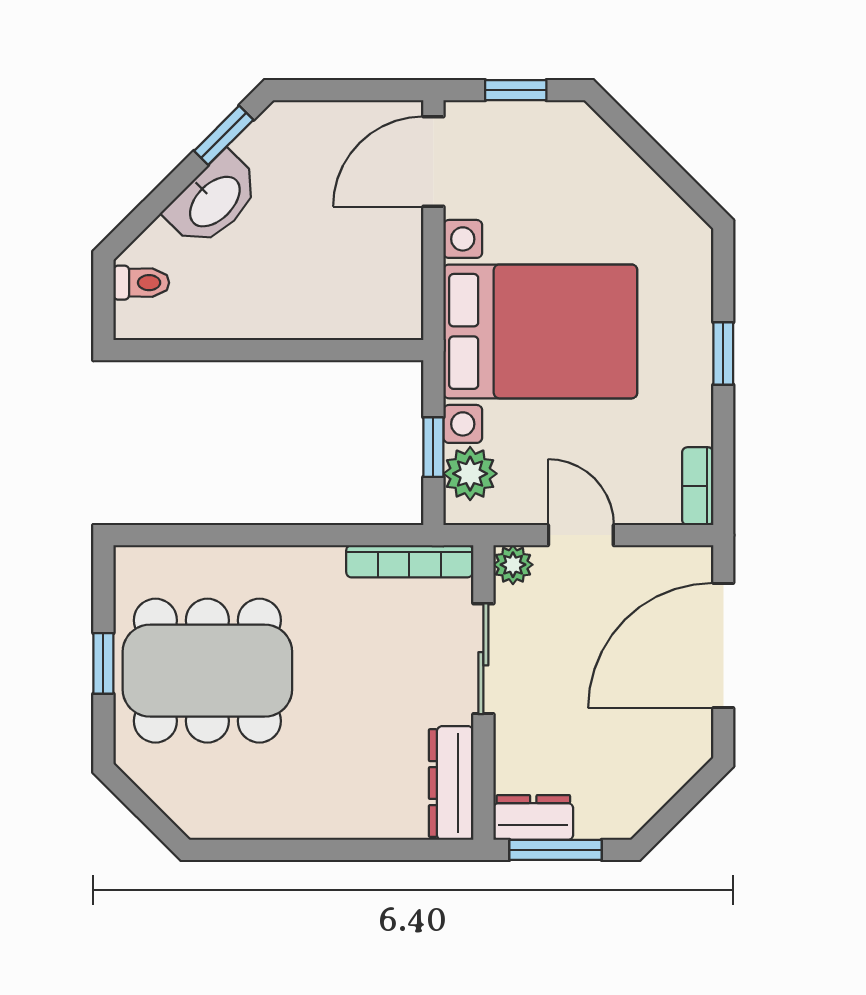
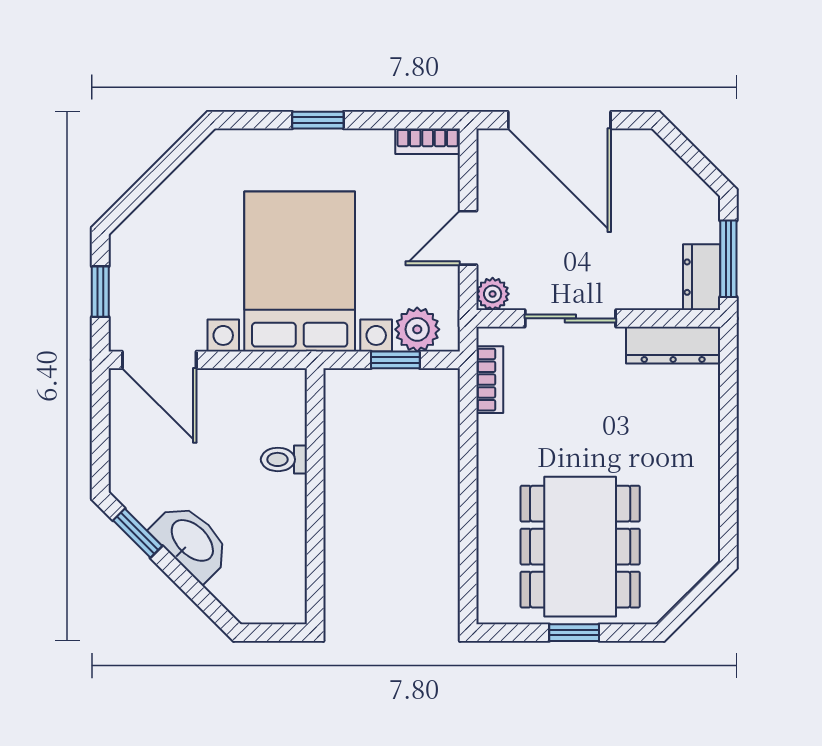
toilet: (141, 283) -> (284, 459), moved, turned -90
bookcase: (409, 561) -> (490, 380), width x0.64

